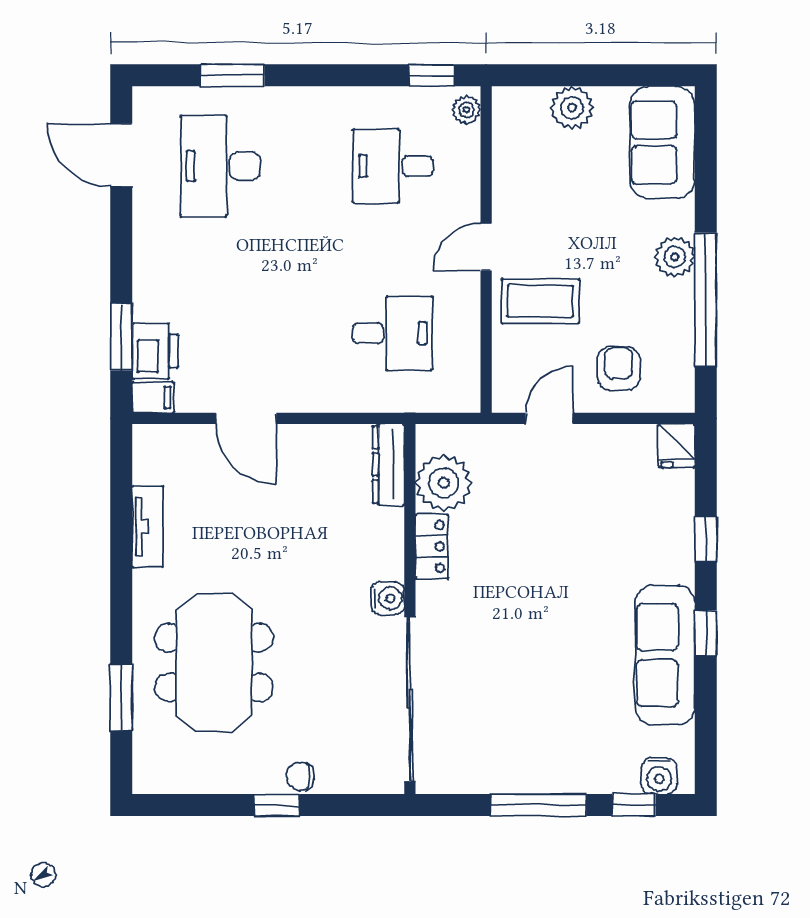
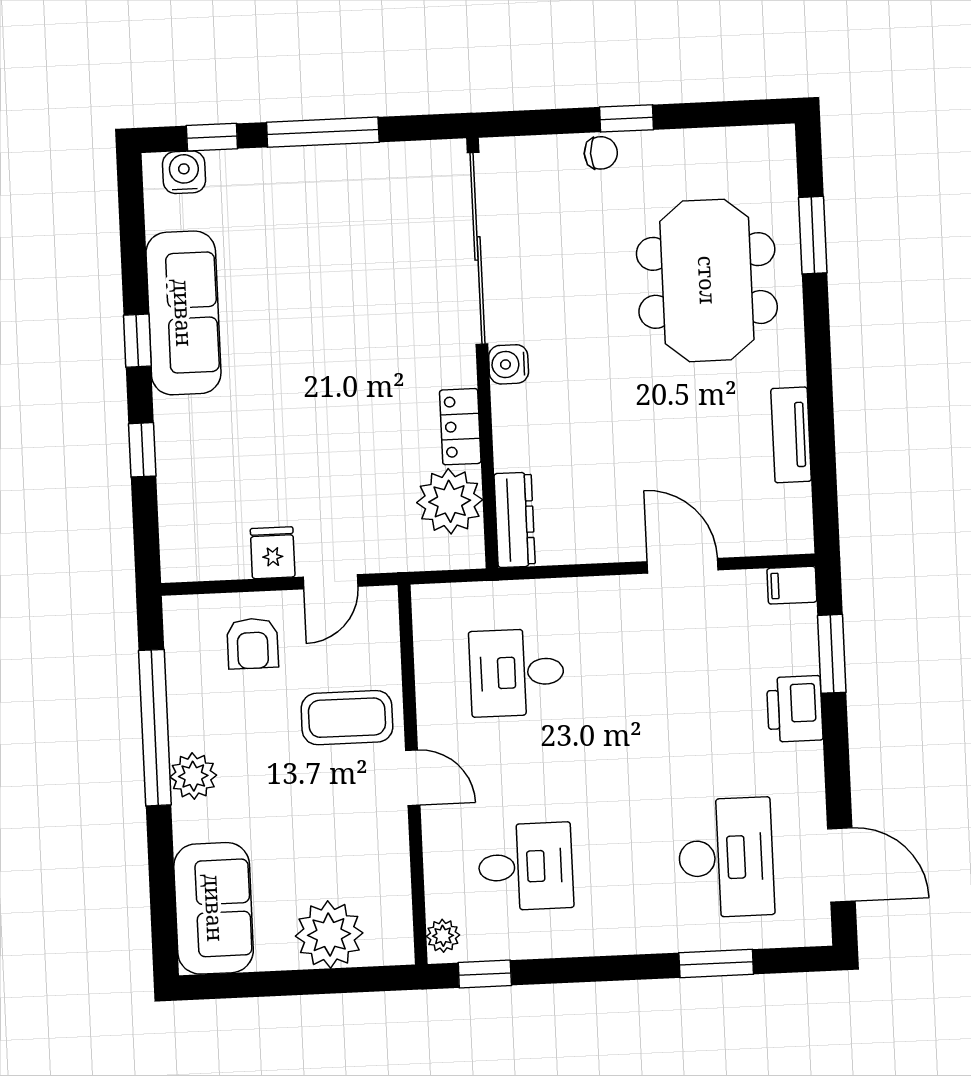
plant: (572, 108) -> (329, 935), width x1.36, depth x1.36
door: (486, 247) -> (413, 778), hinge flipped
printer: (155, 351) -> (795, 709), moved
fridge: (677, 446) -> (273, 553), moved

